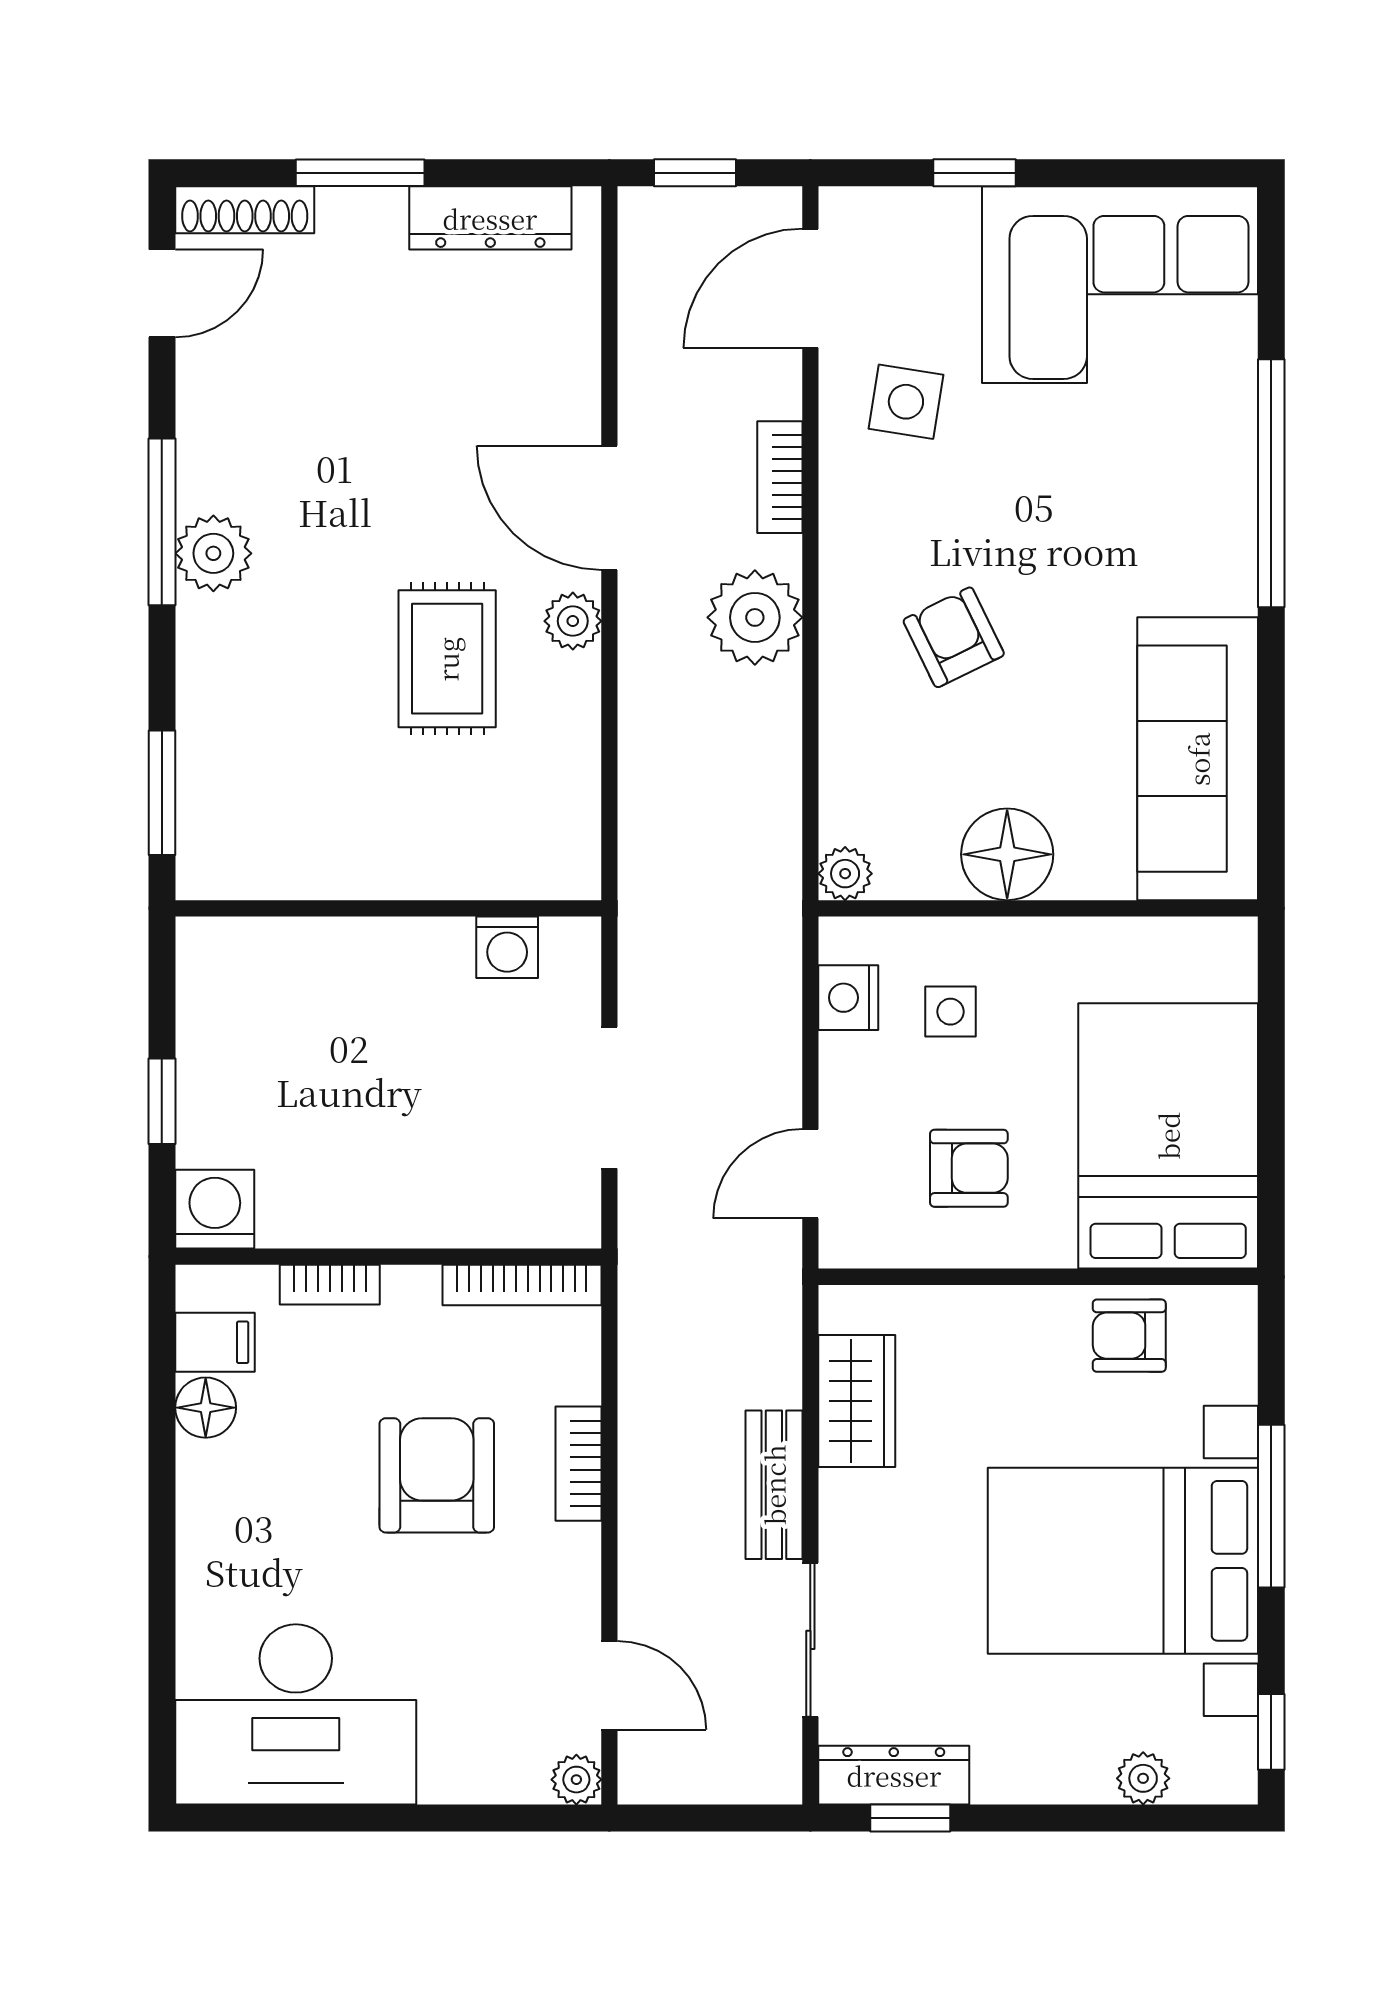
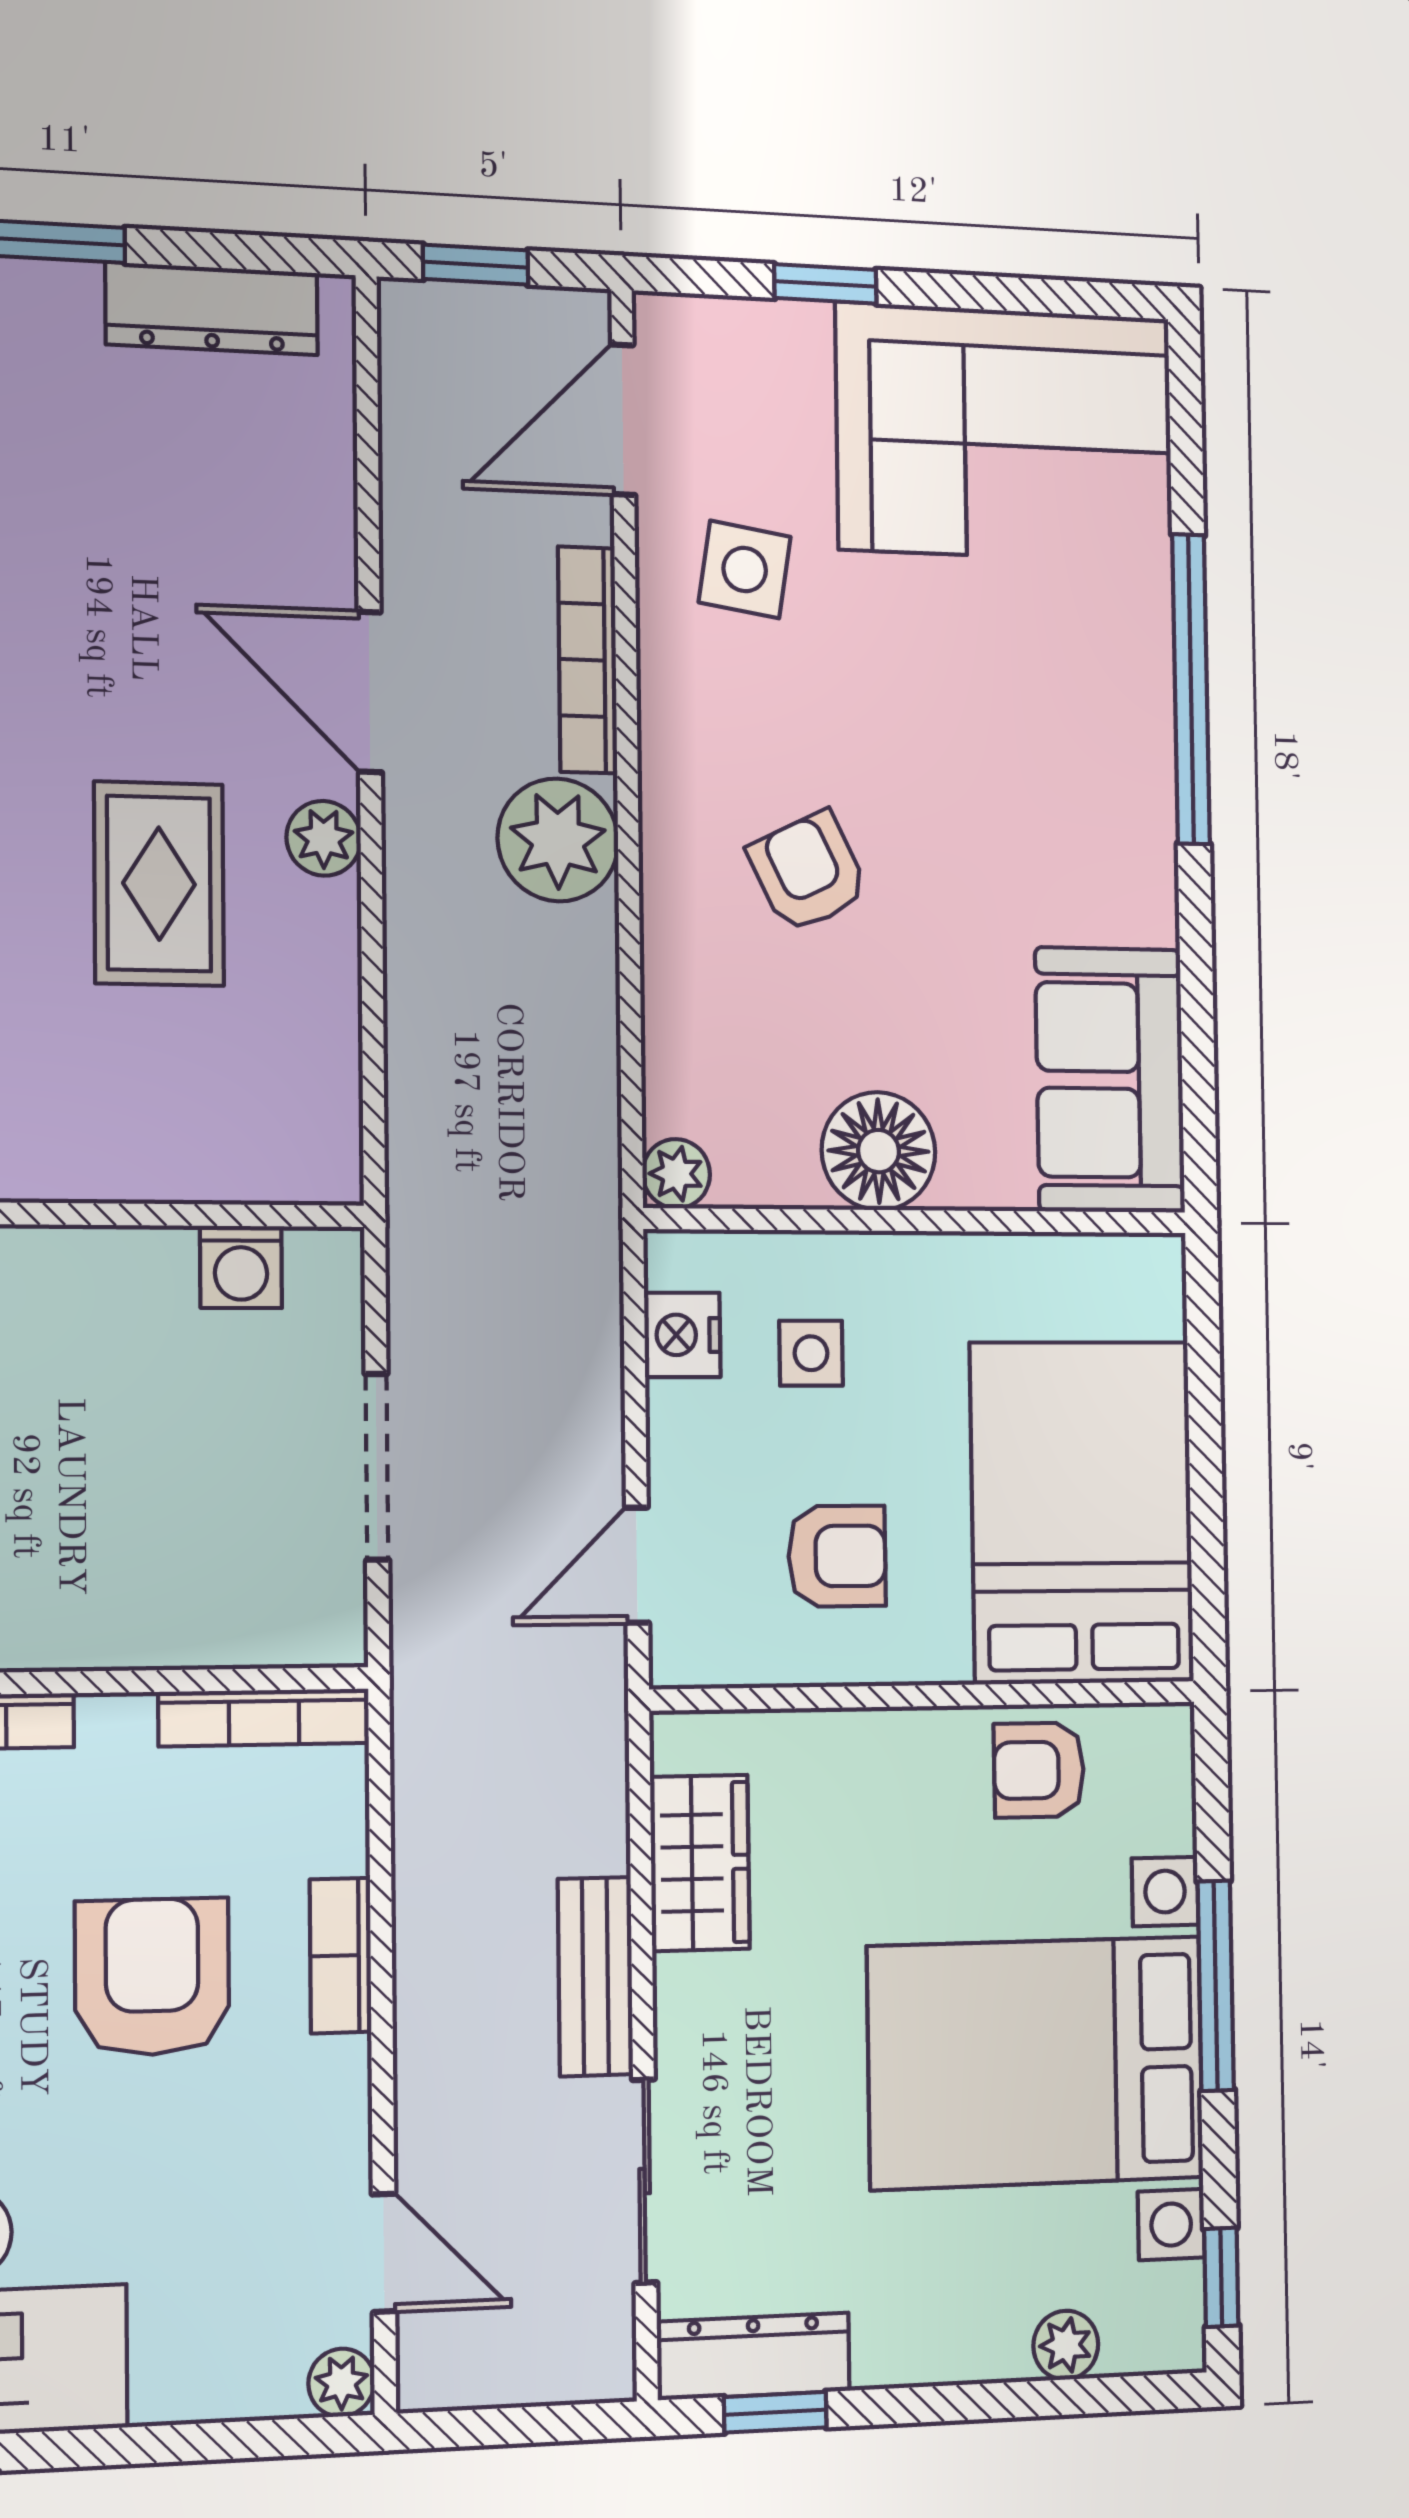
bookcase: (780, 477) -> (588, 660), width x1.56
sofa: (1198, 759) -> (1110, 1080), width x0.73

